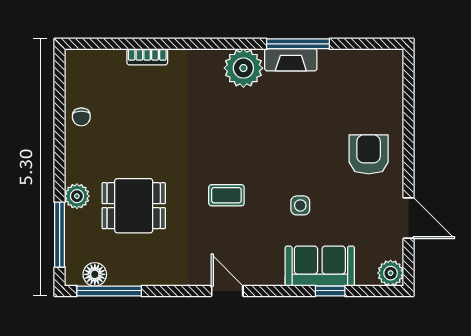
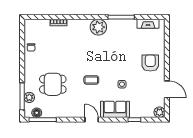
fireplace: (291, 60) -> (148, 24), moved
plant: (77, 196) -> (29, 97), moved
sofa: (320, 266) -> (115, 109), moved

